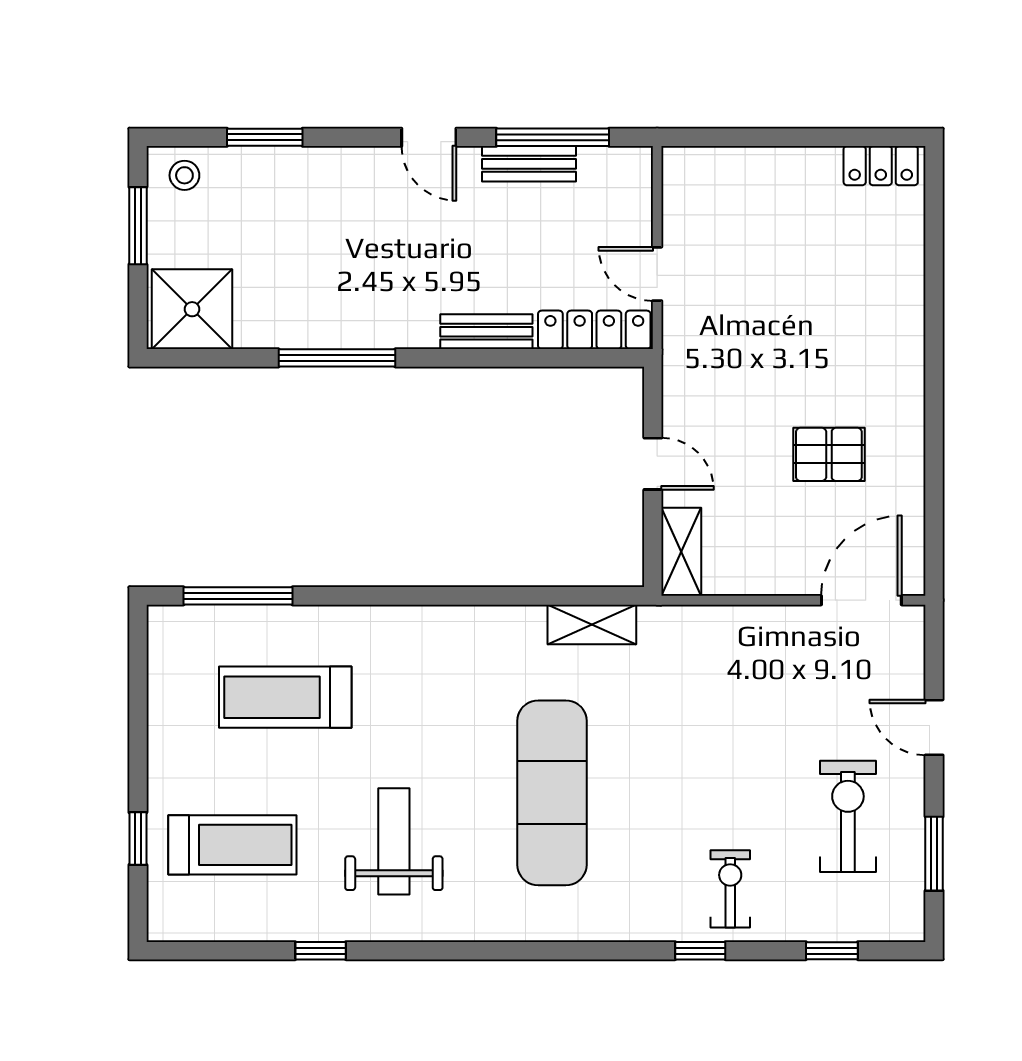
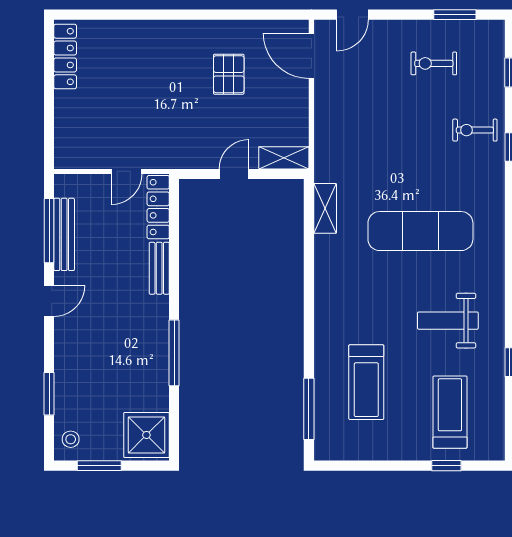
bench: (529, 164) -> (64, 234), width x1.36
locker: (881, 166) -> (65, 56), width x1.53
door: (934, 727) -> (352, 15), moved
exercise bike: (848, 816) -> (434, 63), width x0.73, depth x0.72

